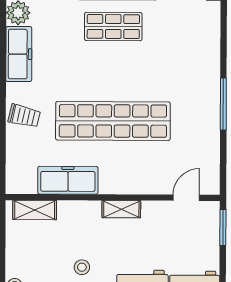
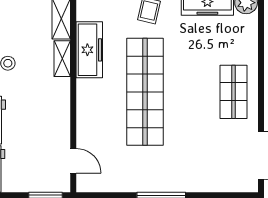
shelving: (121, 209) -> (62, 59), moved

